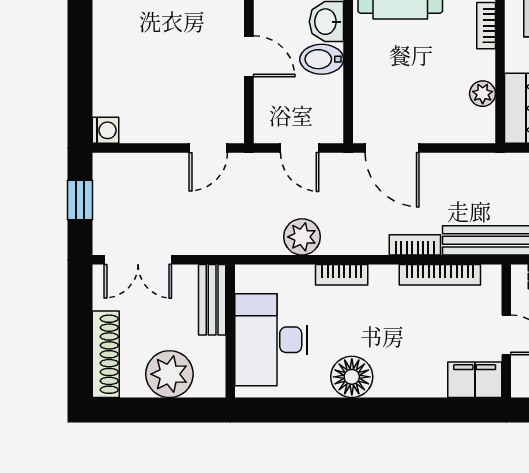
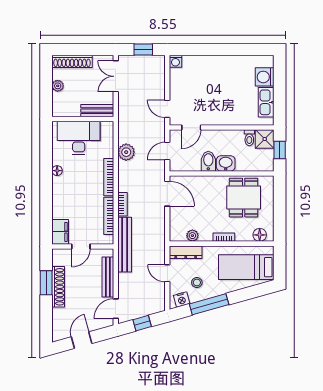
door: (249, 56) -> (191, 128), moved
door: (392, 148) -> (167, 194), swing flipped
bookcase: (342, 275) -> (109, 177), width x1.56
plant: (169, 374) -> (58, 86), width x0.53, depth x0.53
floor lamp: (352, 377) -> (57, 171), width x0.53, depth x0.53

